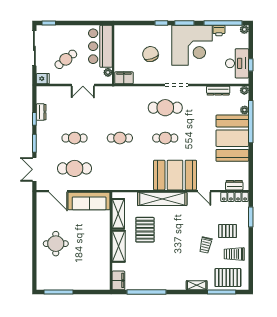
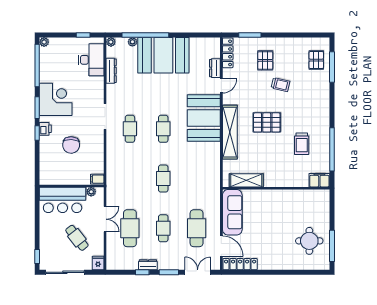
printer: (219, 30) -> (45, 129), moved
corner desk: (192, 45) -> (56, 99), width x0.74, depth x0.74
chair: (150, 54) -> (71, 145), turned -71
desk: (237, 63) -> (91, 60), moved, turned 90
filing cabinet: (124, 78) -> (97, 179), width x0.50
cafe table: (75, 108) -> (130, 228), added
cafe table: (165, 108) -> (130, 129), width x0.73, depth x0.74
dresser: (41, 112) -> (148, 265), moved
double door: (34, 169) -> (198, 272), swing flipped
dresser: (234, 185) -> (215, 68), moved
door: (58, 191) -> (221, 246), hinge flipped
locker: (42, 208) -> (240, 264), added
pallet: (145, 230) -> (267, 122), moved
round table: (56, 244) -> (309, 241), moved
shelving: (119, 246) -> (282, 180), removed
trolley: (234, 254) -> (302, 144), moved
pallet: (228, 278) -> (316, 60), width x0.67, depth x0.71
shelving: (197, 285) -> (325, 94), removed

